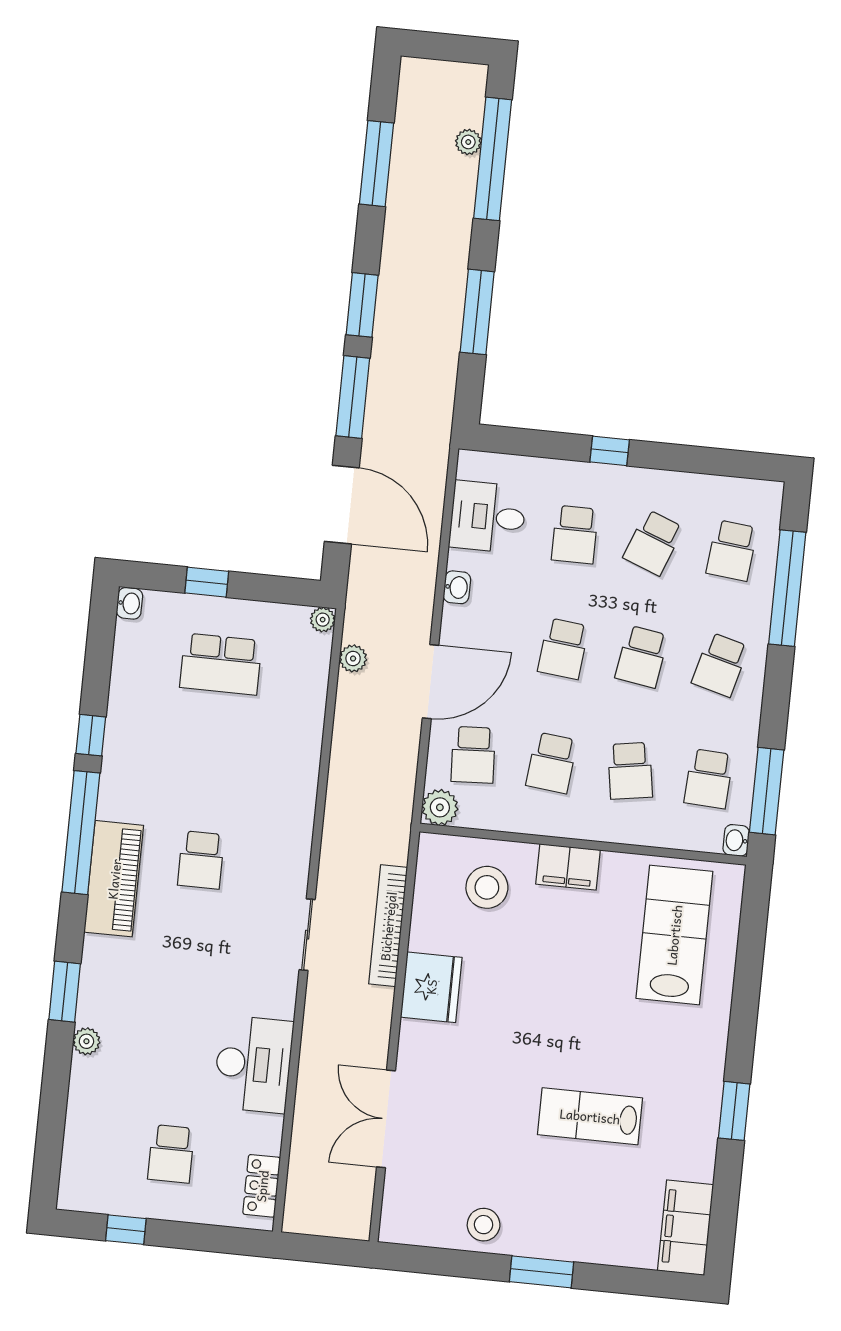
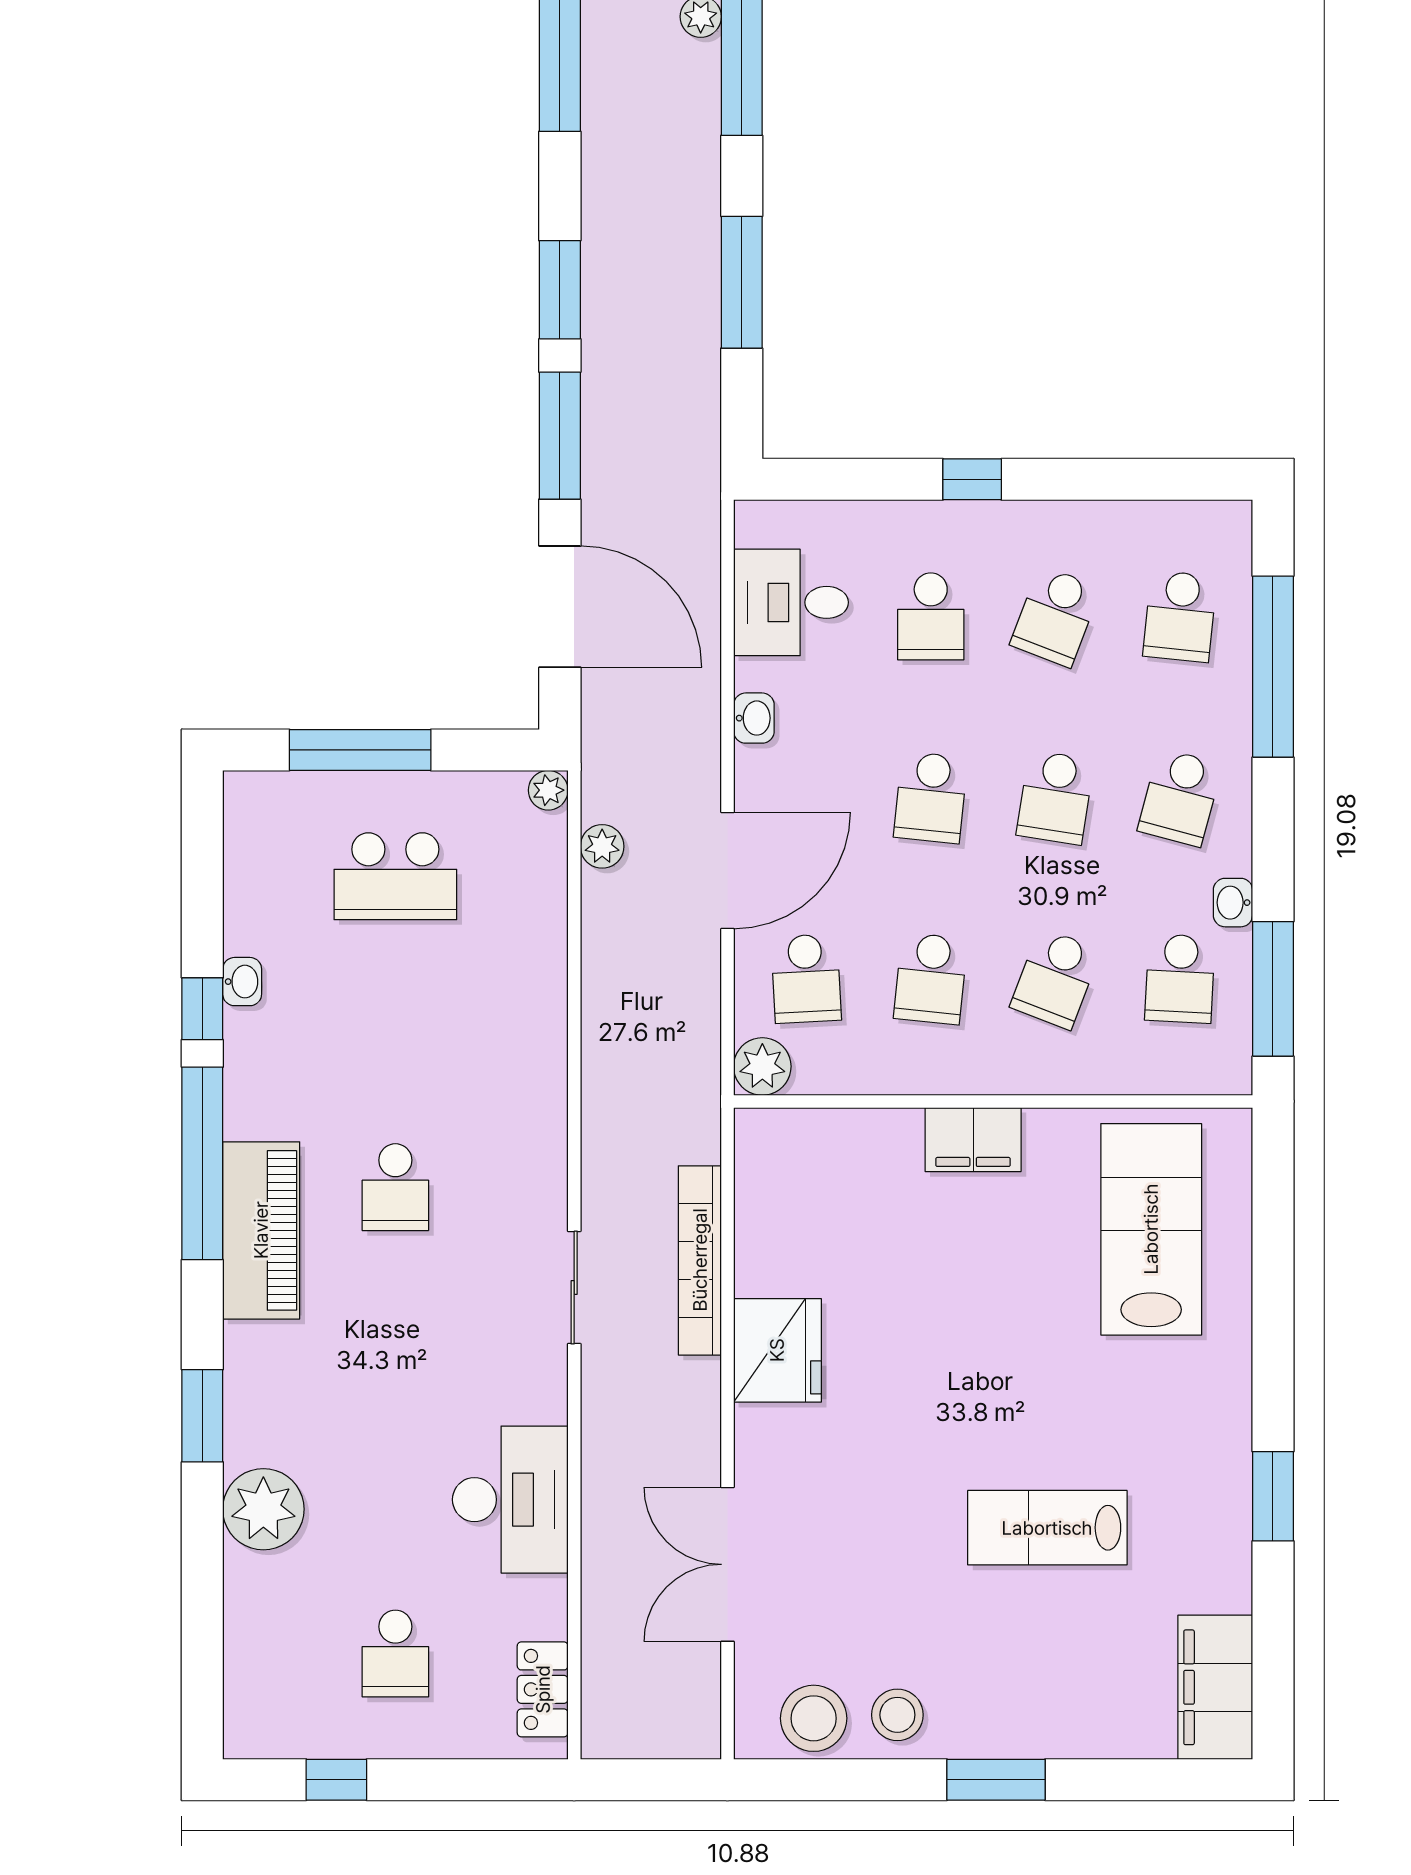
window: (207, 582) -> (360, 750), width x2.17
washbasin: (129, 603) -> (242, 982), moved
school desk: (630, 771) -> (1055, 979), turned 30
washbasin: (736, 840) -> (1233, 903), moved
stool: (487, 887) -> (814, 1718), moved
plant: (86, 1041) -> (263, 1509), width x1.88, depth x1.88

